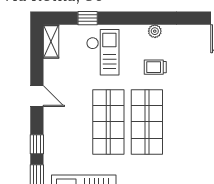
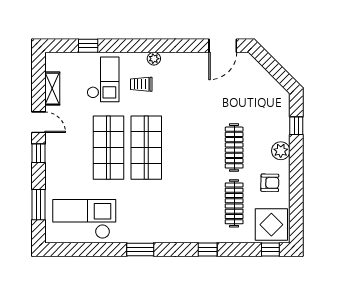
shelving: (51, 41) -> (52, 89), moved
trolley: (155, 67) -> (141, 84), moved
window: (37, 144) -> (38, 153), moved

